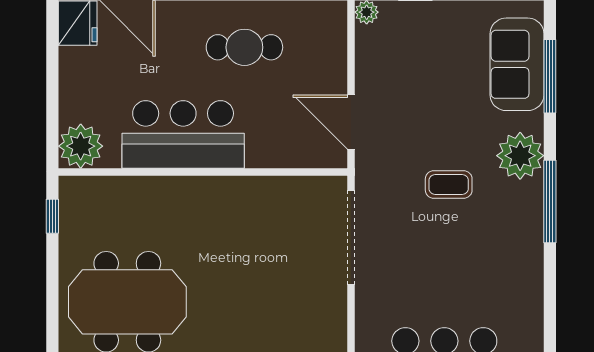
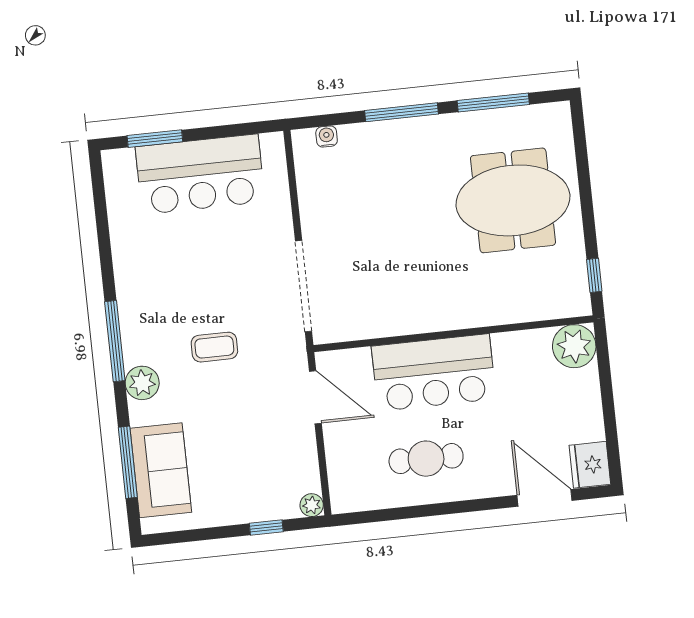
bar counter: (183, 134) -> (434, 373), moved
plant: (520, 156) -> (142, 383), width x0.73, depth x0.73

